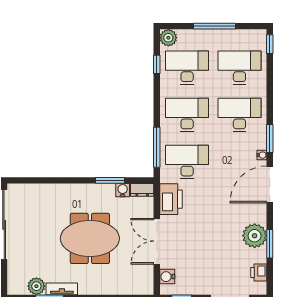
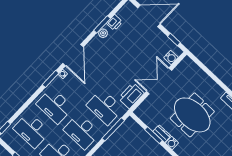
door: (270, 184) -> (73, 55), hinge flipped
water cooler: (123, 190) -> (172, 143), moved
dresser: (142, 190) -> (162, 134), moved
plant: (255, 236) -> (103, 33), width x0.53, depth x0.53
double door: (157, 241) -> (159, 81), swing flipped
printer: (259, 273) -> (114, 23), moved

